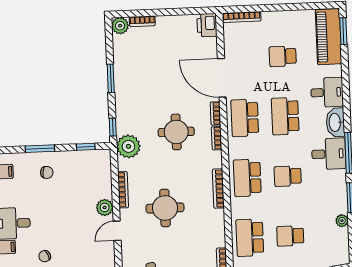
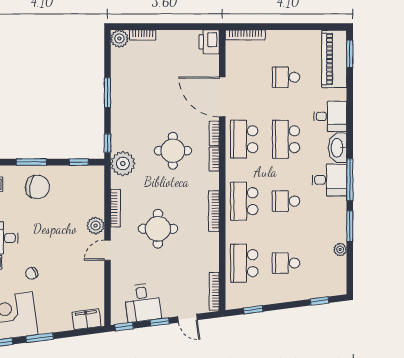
chair: (47, 172) -> (37, 187), width x1.87, depth x1.87

